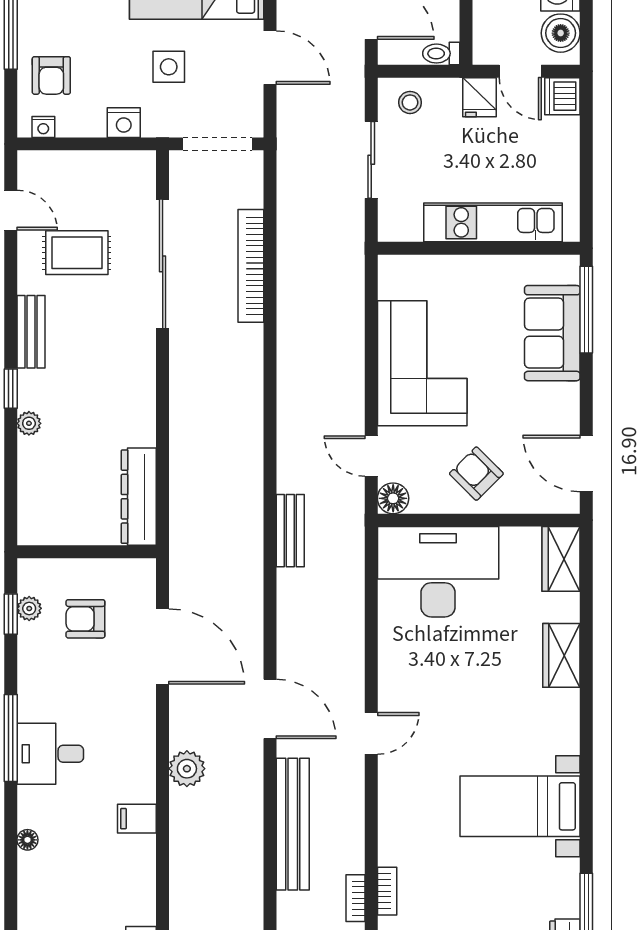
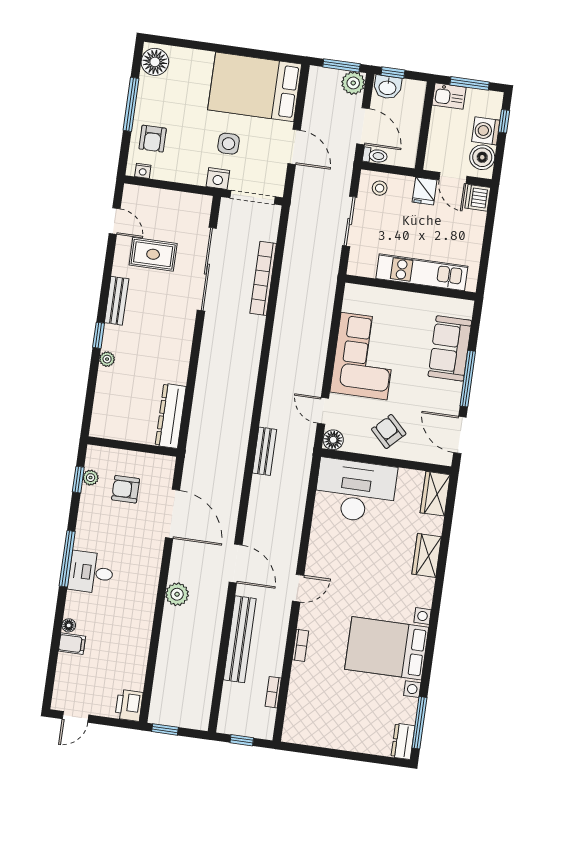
toilet: (441, 54) -> (375, 156), moved, turned 180
nightstand: (124, 123) -> (218, 179), moved
window: (586, 310) -> (468, 379), moved
bed with nightstands: (520, 806) -> (387, 648), width x1.36
filing cabinet: (137, 819) -> (72, 644), moved, turned 180
bookcase: (387, 891) -> (300, 645), moved

